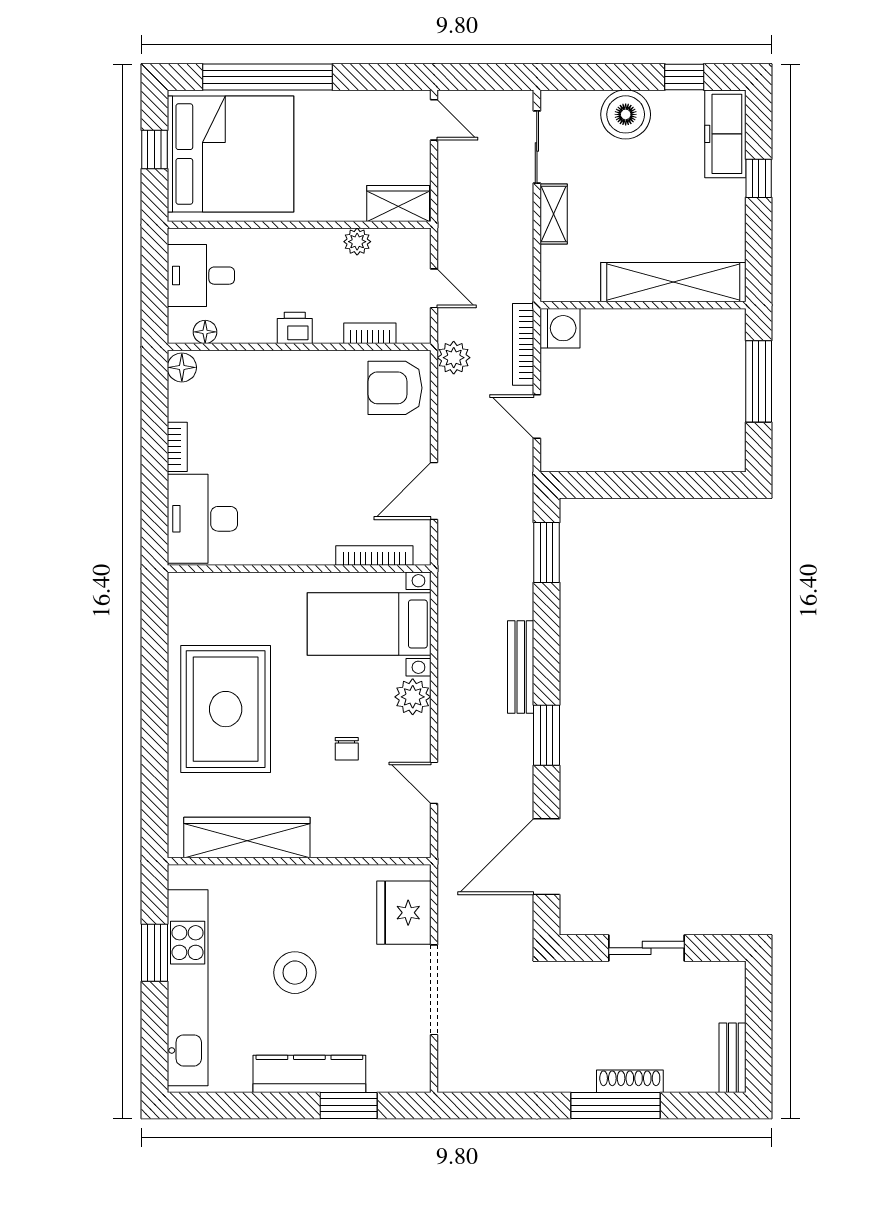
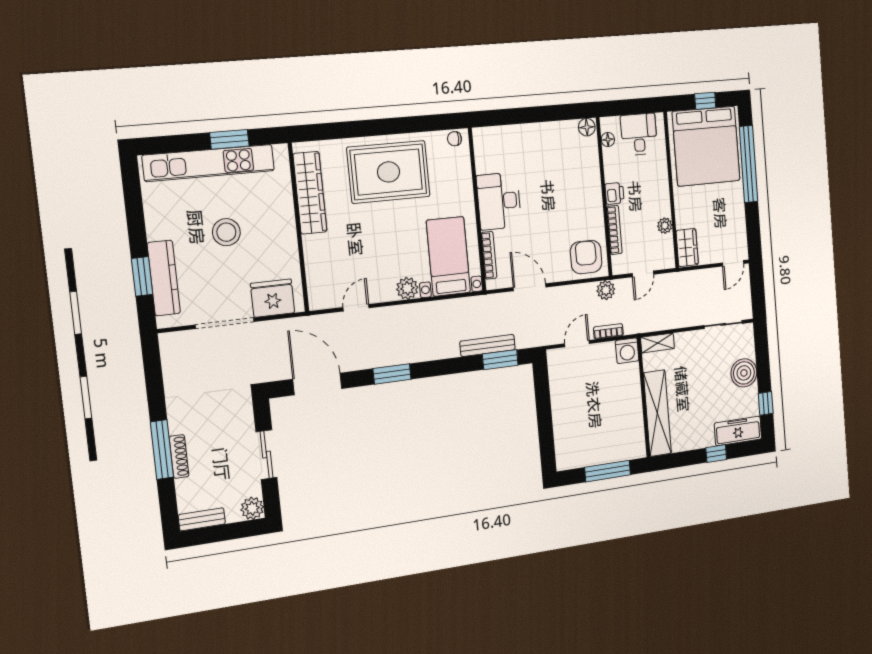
shelving: (554, 214) -> (658, 343), moved
bookcase: (370, 333) -> (614, 230), width x1.56
bookcase: (523, 344) -> (608, 331), width x0.64
bookcase: (177, 447) -> (541, 128), removed
desk: (202, 519) -> (499, 201), moved, turned -90
bench: (521, 667) -> (487, 345), moved
chair: (347, 749) -> (454, 139), moved
plant: (728, 979) -> (252, 508), added
kitchen counter: (309, 1074) -> (164, 278), moved

